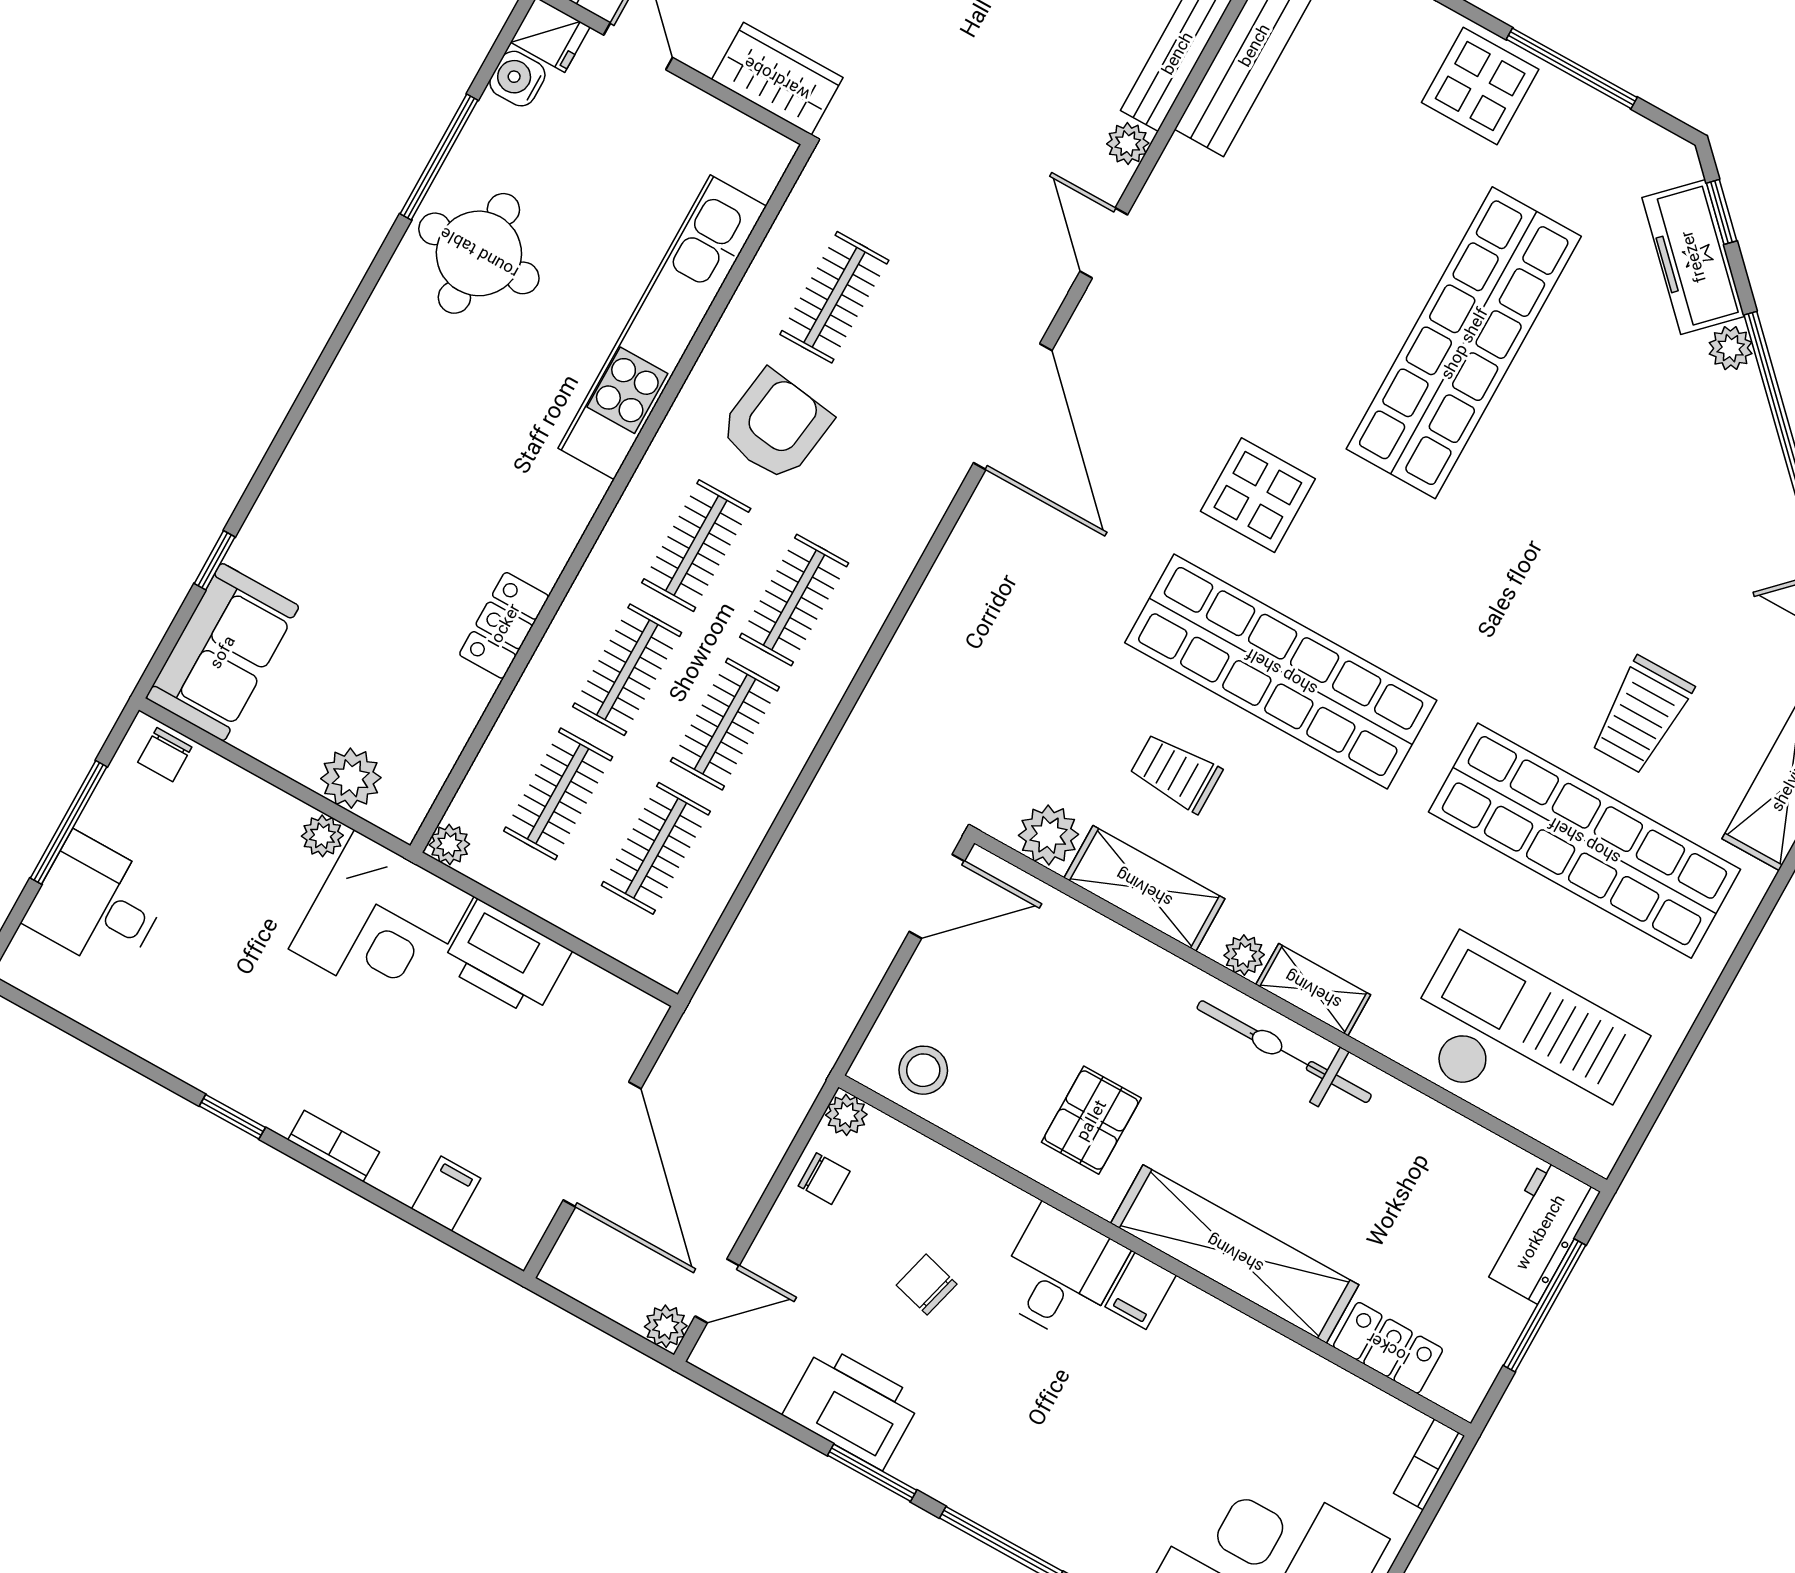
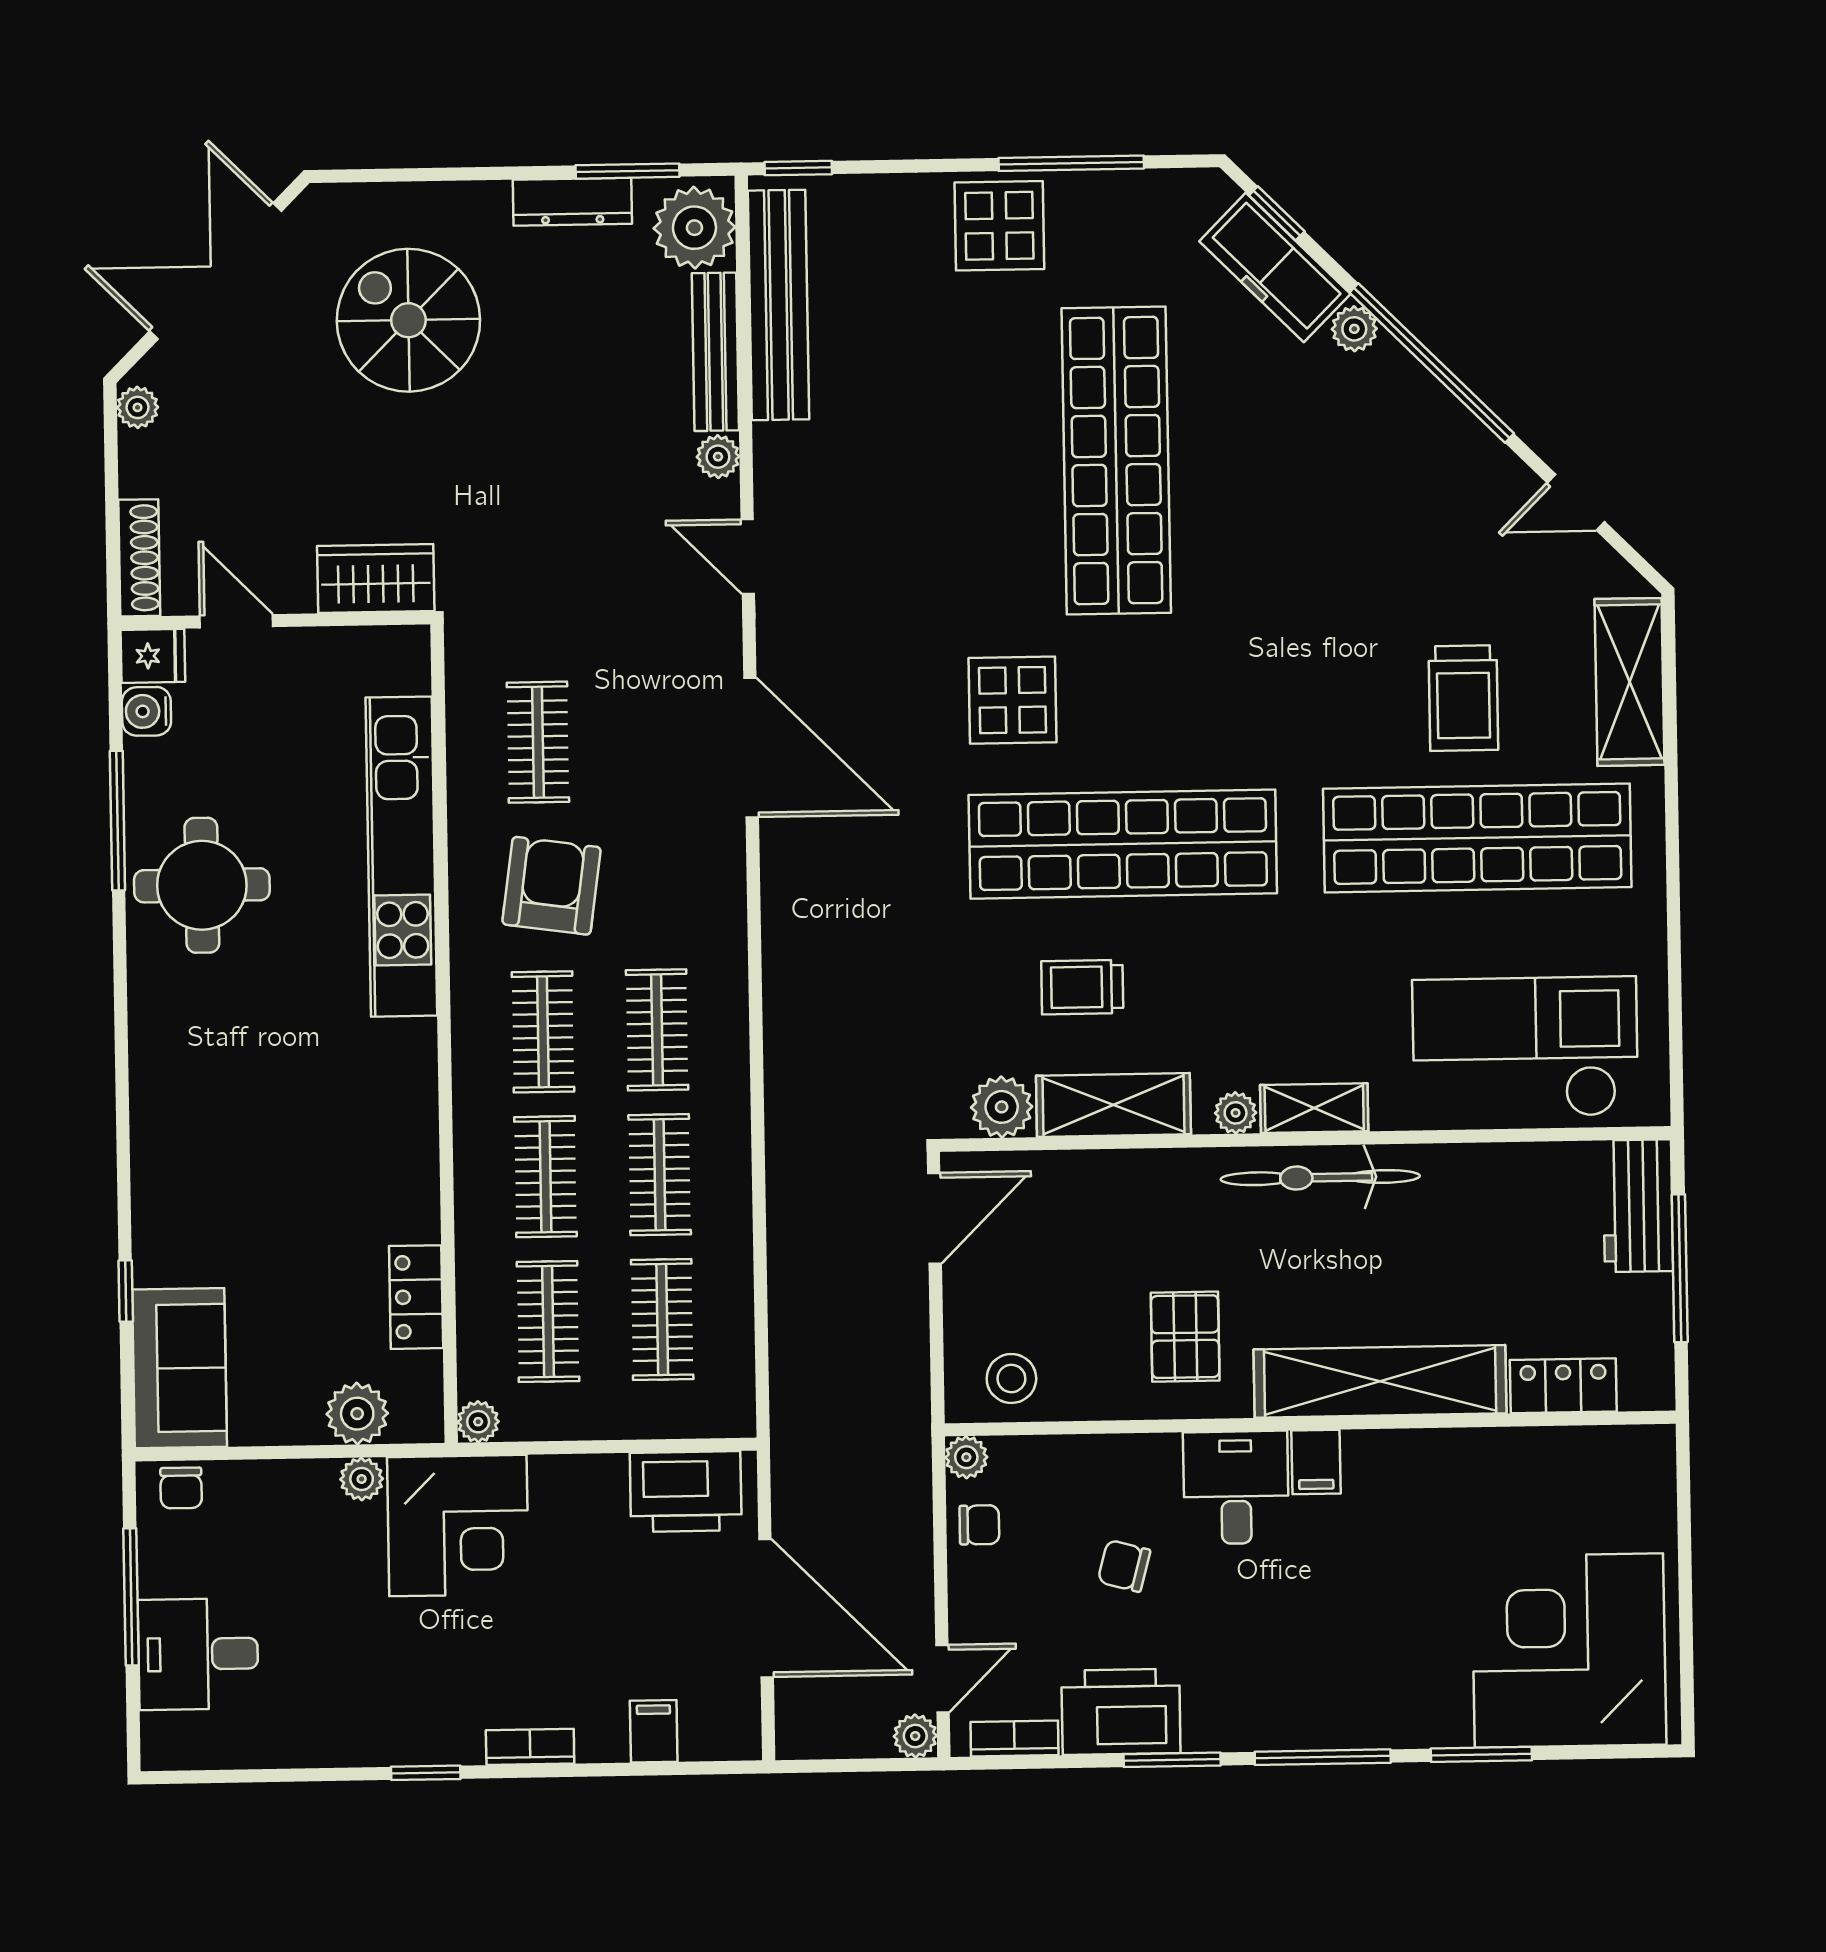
locker: (504, 625) -> (416, 1297), moved
printer: (506, 959) -> (686, 1492), moved
bookcase: (1429, 1464) -> (1014, 1739), moved, turned 90

